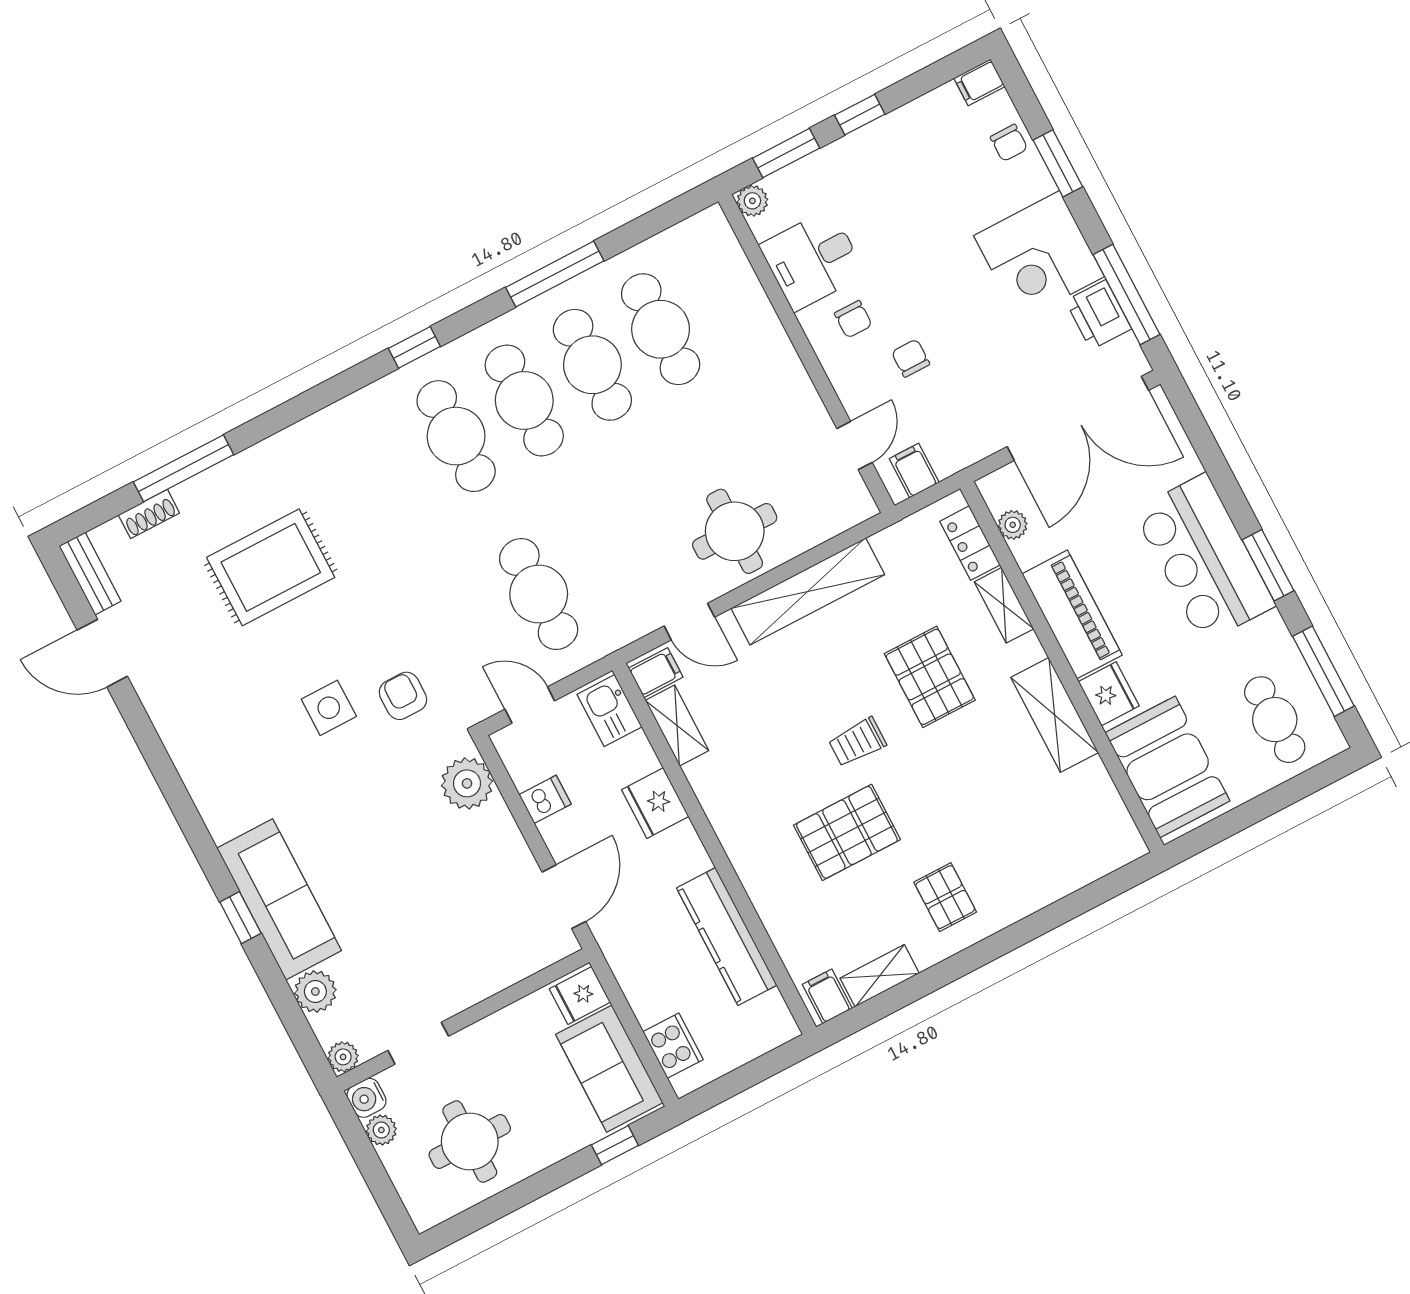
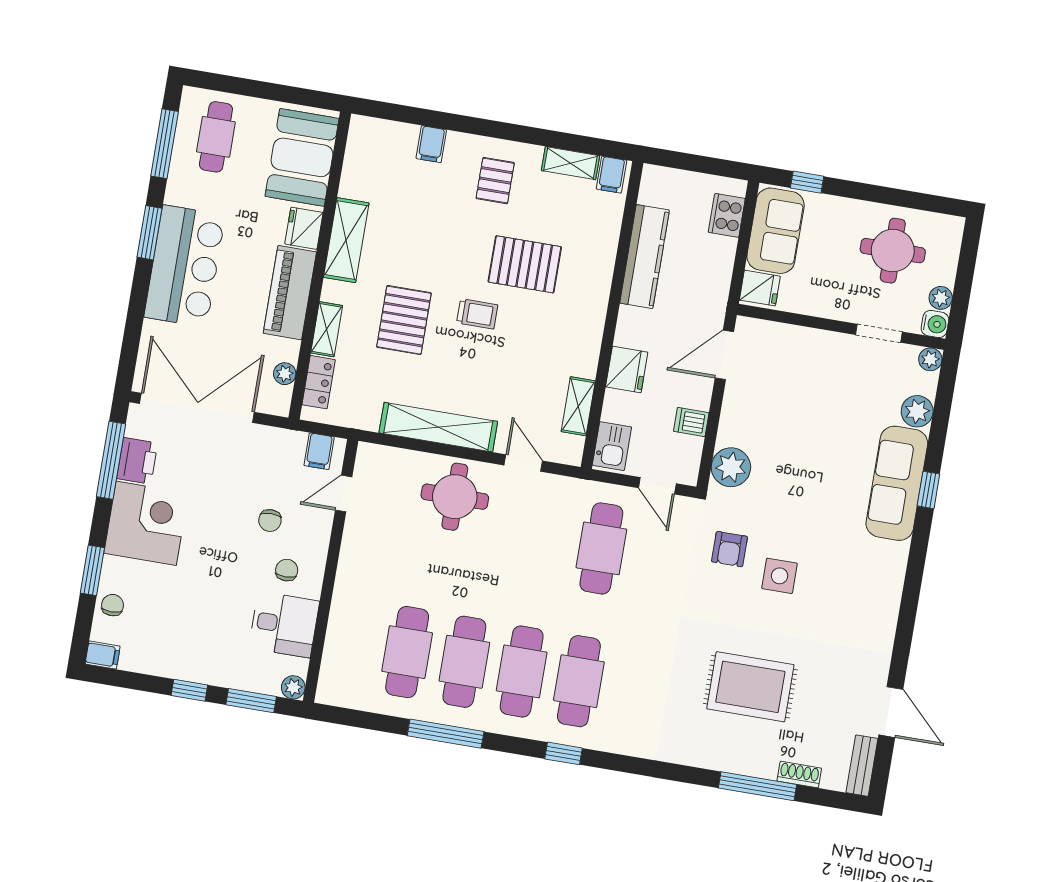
filing cabinet: (656, 673) -> (431, 144), moved, turned -90

